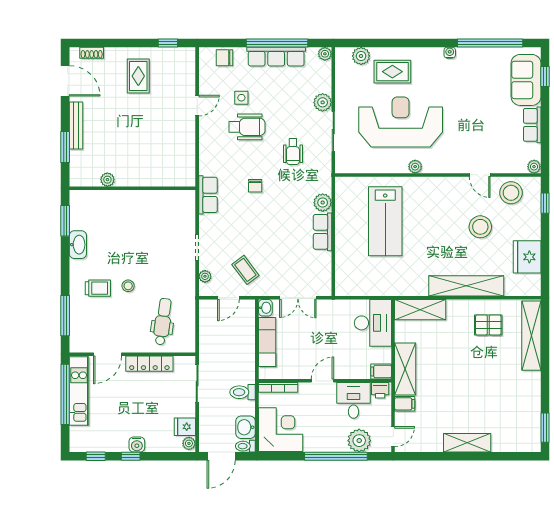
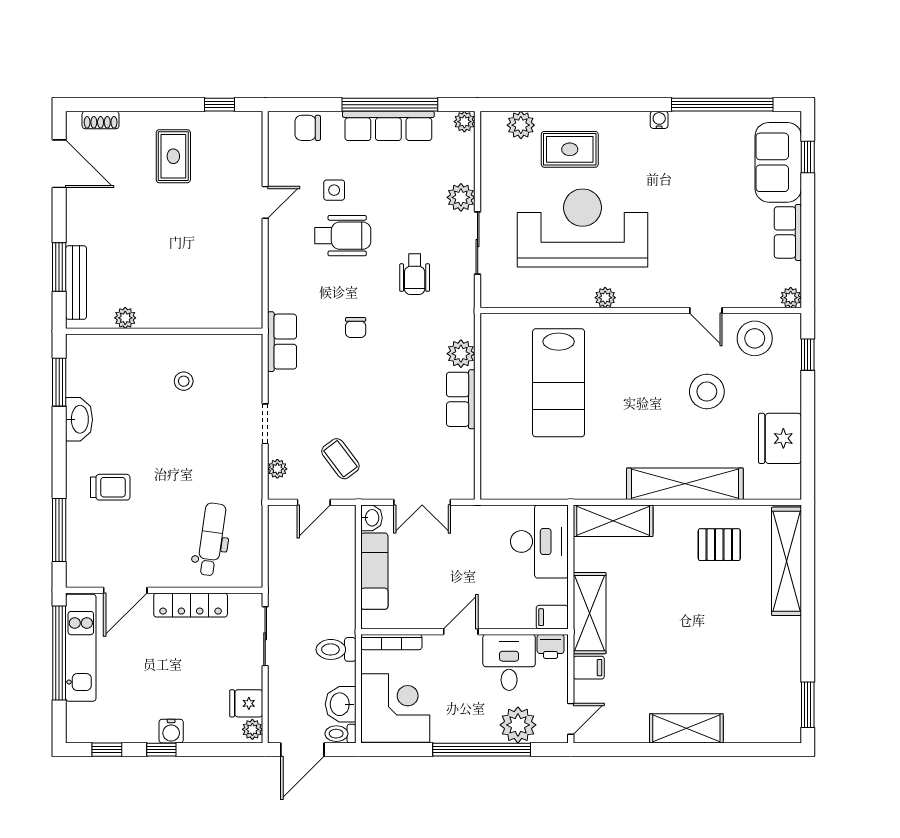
bench: (76, 126) -> (76, 283), moved
stool: (128, 286) -> (184, 381), moved

